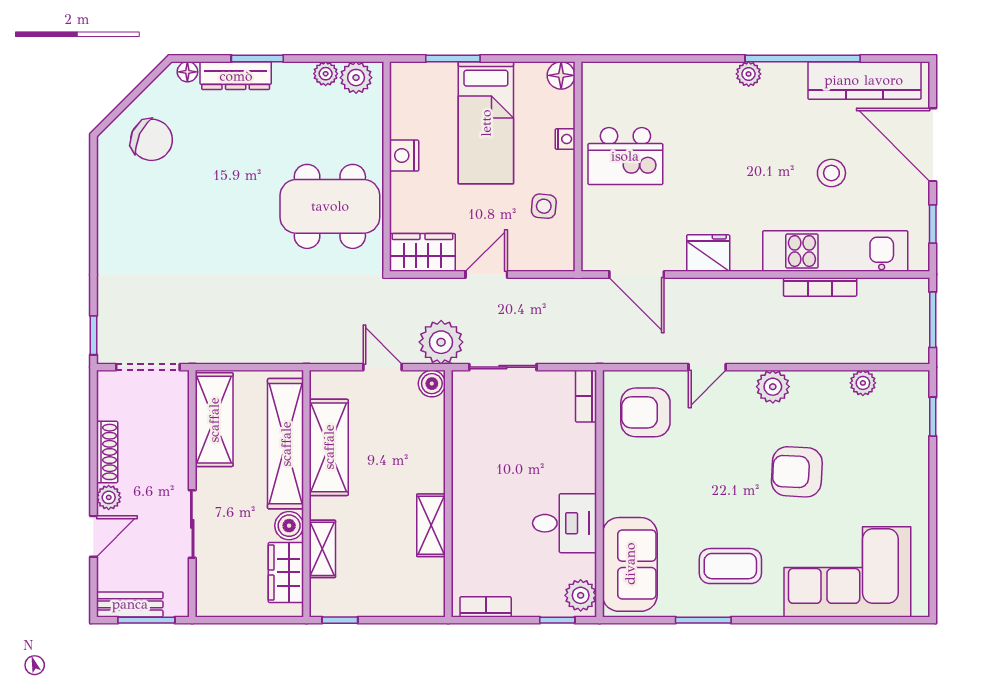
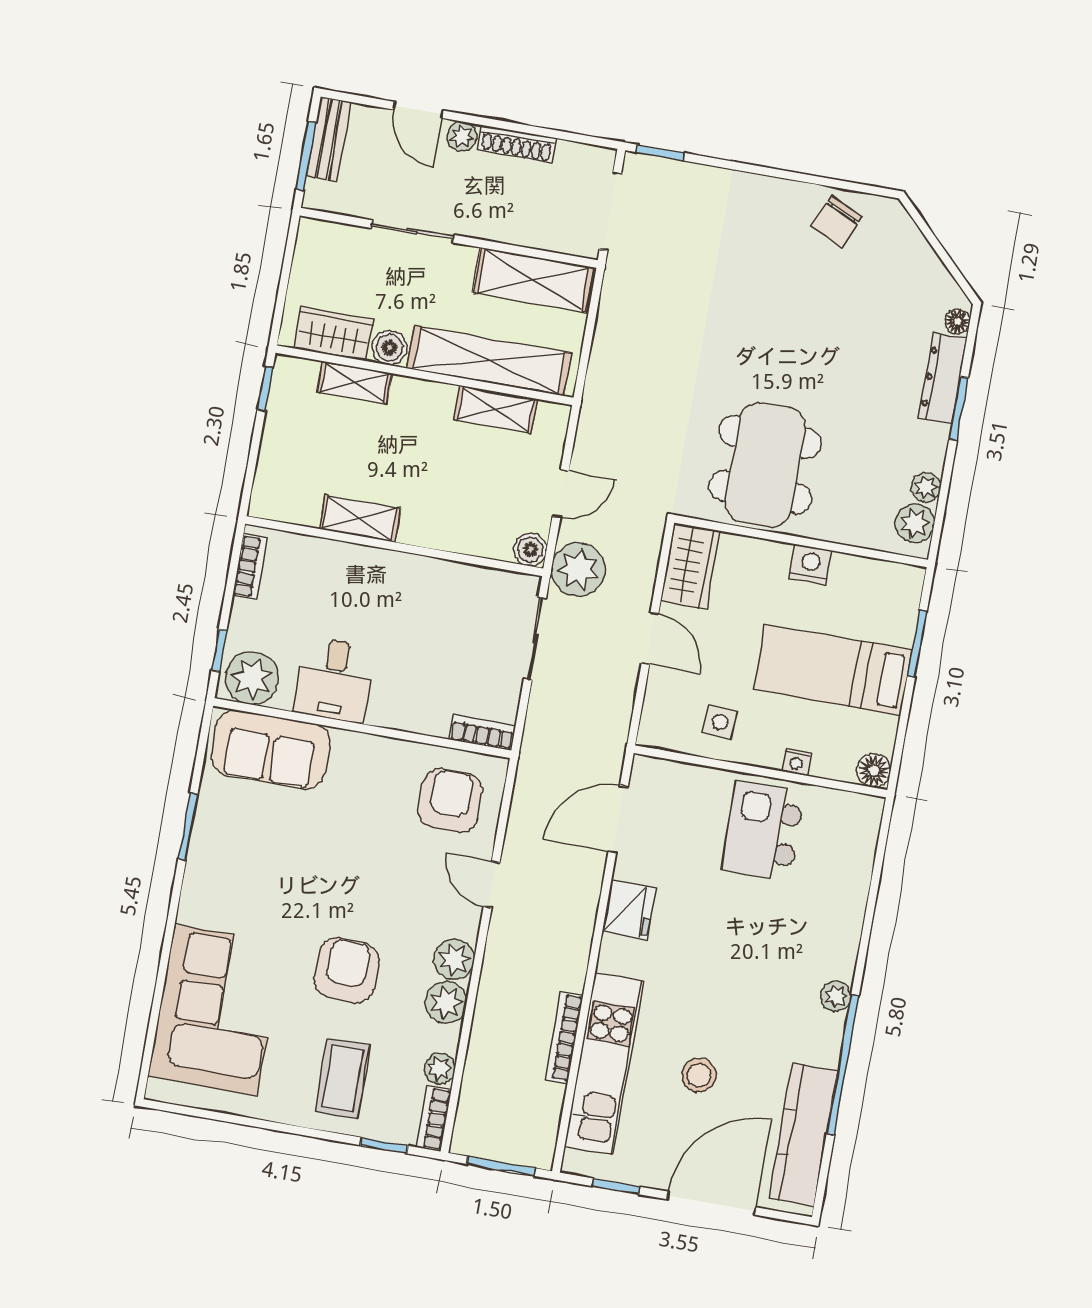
chair: (151, 140) -> (836, 222), moved, width x0.73, depth x0.73
bookcase: (904, 381) -> (434, 1118), added
plant: (809, 387) -> (446, 1002), added
shelving: (329, 447) -> (496, 410), width x0.67, depth x0.75
coffee table: (730, 566) -> (343, 1078), moved
plant: (581, 595) -> (252, 678), width x1.36, depth x1.36

